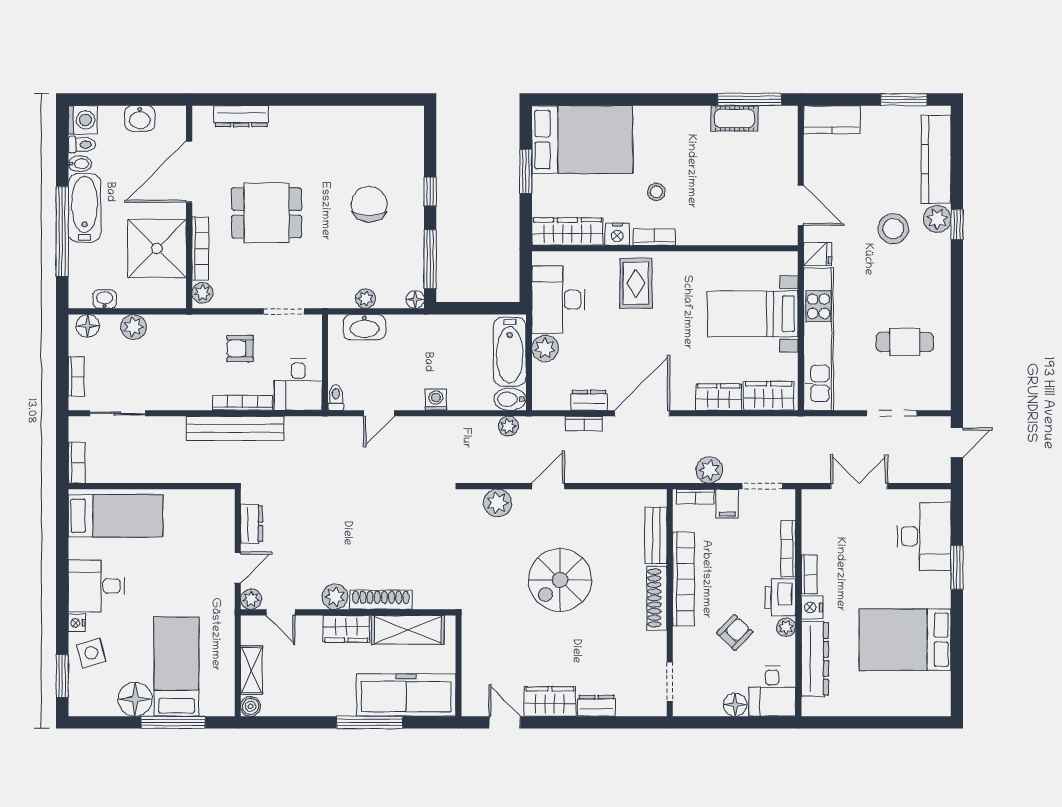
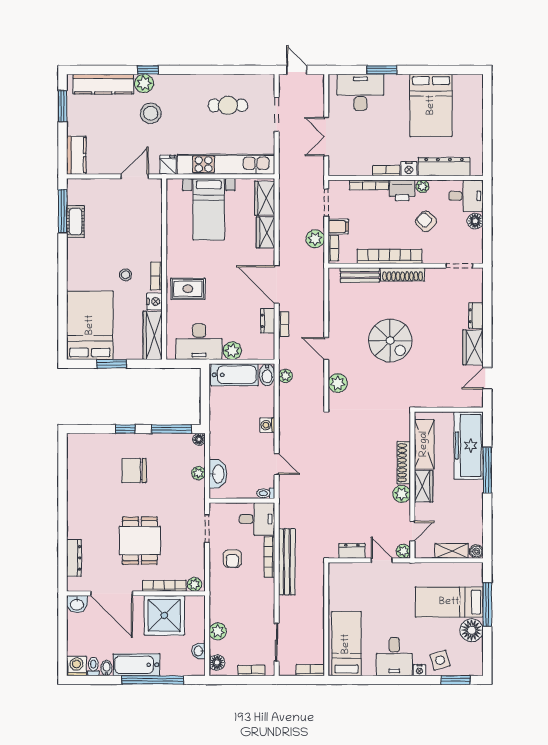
washbasin: (140, 118) -> (77, 604), moved, turned 90
cafe table: (905, 342) -> (228, 105), turned 90

